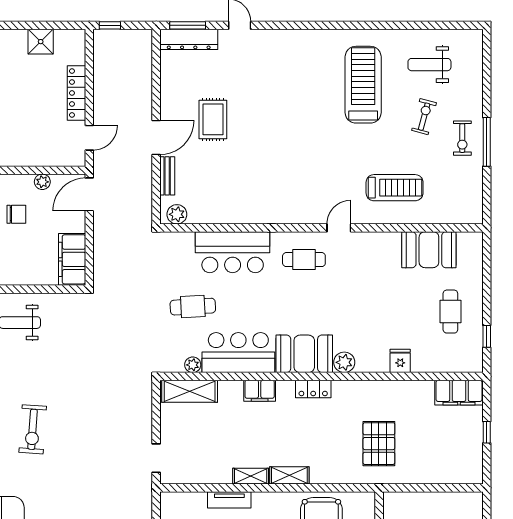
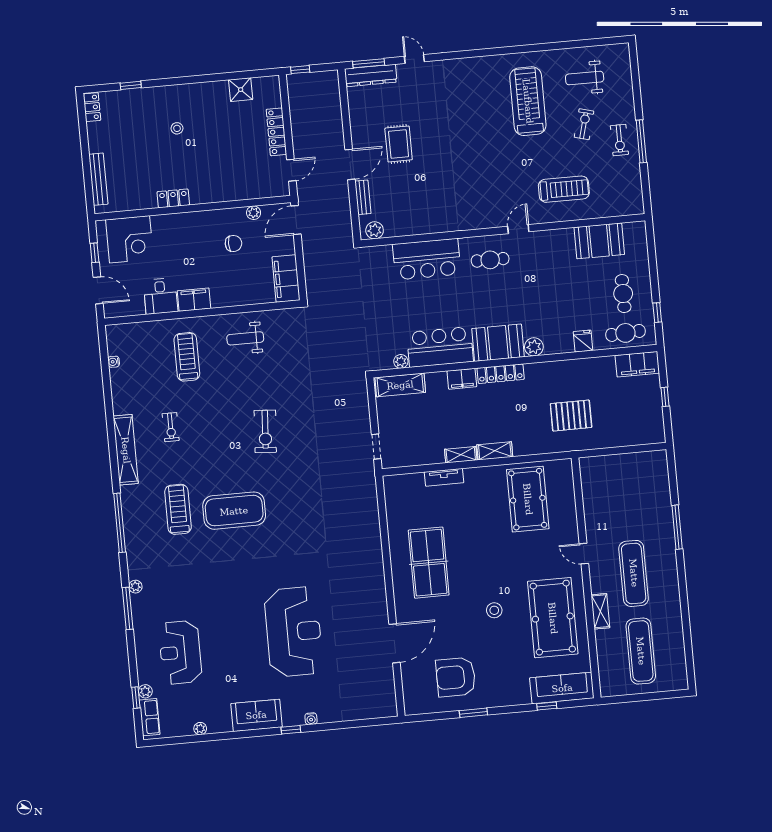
cafe table: (193, 307) -> (625, 333), moved
locker: (313, 389) -> (501, 374), width x1.53
pallet: (379, 444) -> (571, 416), turned 90

